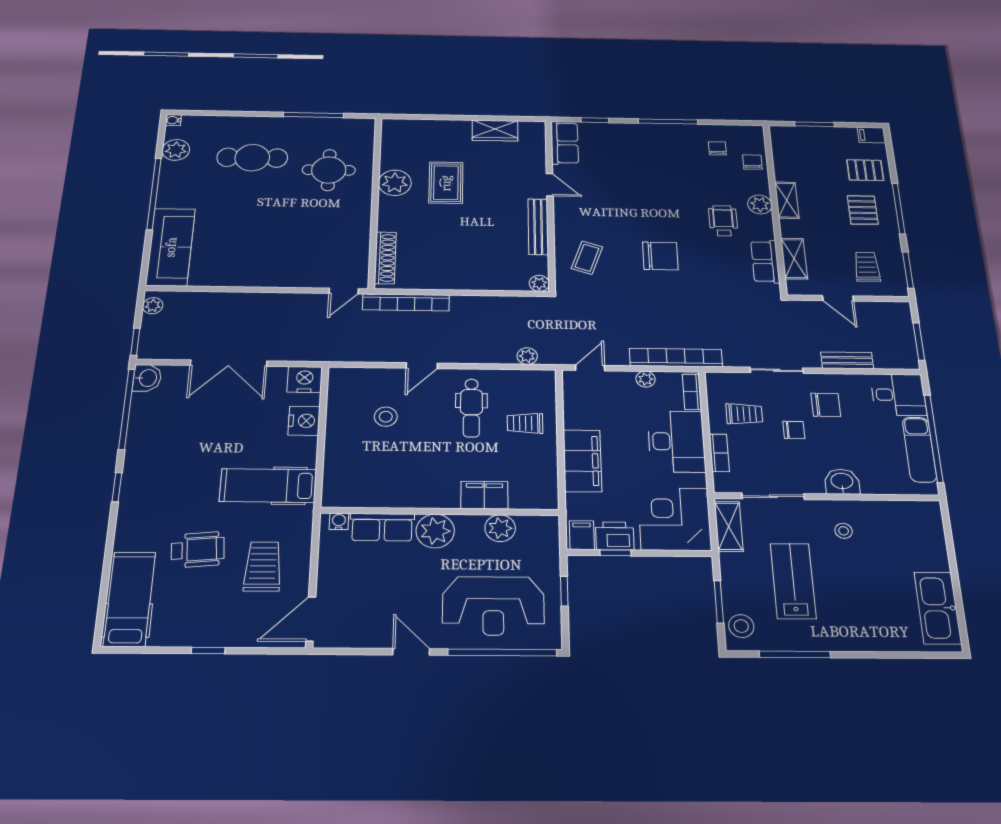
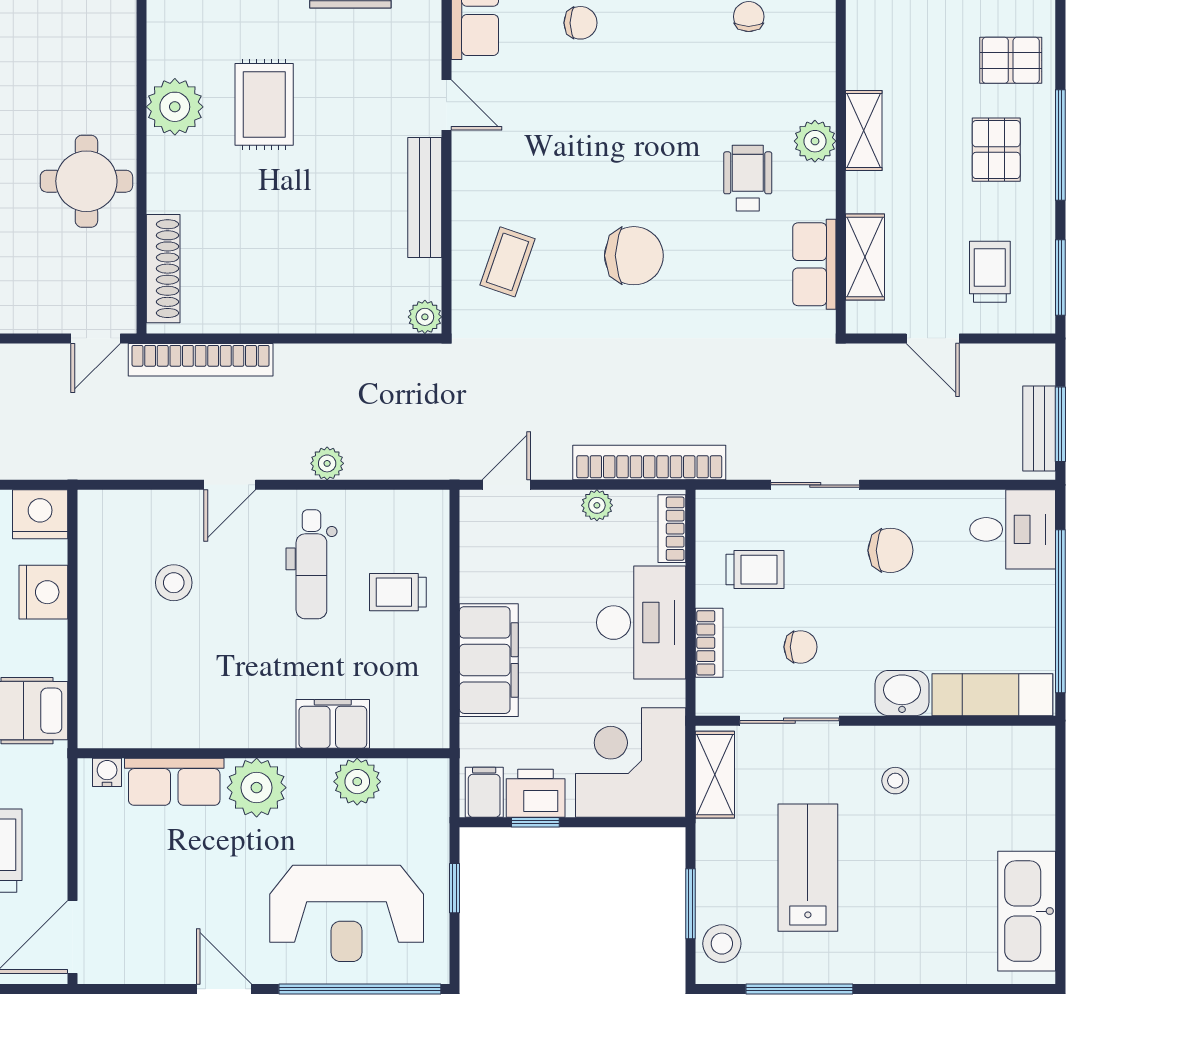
chair: (752, 162) -> (580, 23), moved, turned 90
round table: (329, 170) -> (86, 181), moved
plant: (527, 356) -> (327, 463), moved
bench: (847, 360) -> (1039, 429), moved, turned 90
chair: (794, 430) -> (801, 647), moved
exam couch: (919, 450) -> (992, 695), moved, turned 90

